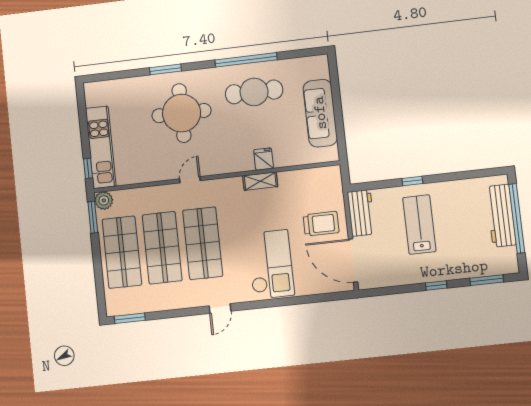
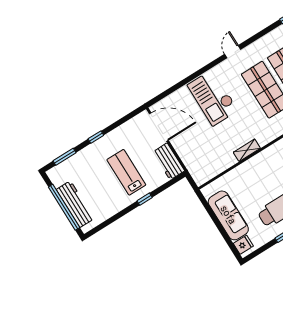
fridge: (264, 159) -> (243, 245), moved, turned -90
trolley: (321, 224) -> (192, 141), removed
lab bench: (419, 225) -> (126, 172), turned 180

